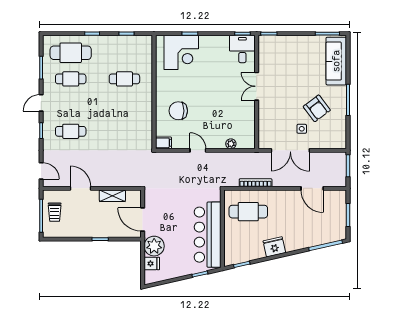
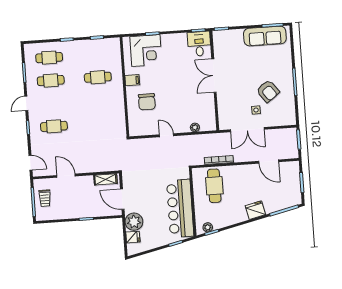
cafe table: (71, 53) -> (49, 58), width x0.73, depth x0.74
sofa: (336, 61) -> (265, 36), moved, turned -90
double door: (257, 86) -> (214, 76), width x1.37
chair: (178, 111) -> (147, 102), turned -90
filing cabinet: (163, 143) -> (132, 80), moved
shelving: (112, 196) -> (105, 179), moved
cafe table: (248, 212) -> (214, 186), turned 90
fridge: (274, 247) -> (255, 210), moved
plant: (238, 258) -> (208, 227), added

